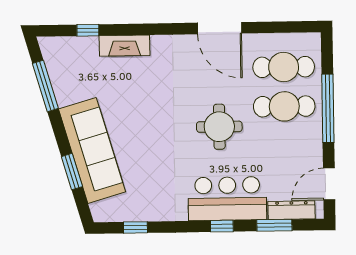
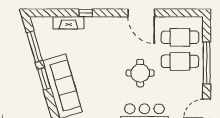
window: (88, 30) -> (86, 13), moved
fireplace: (124, 46) -> (69, 23), moved
window: (72, 172) -> (44, 79), moved

